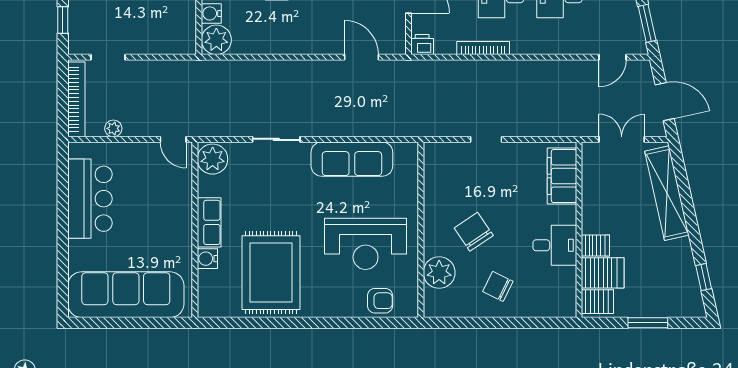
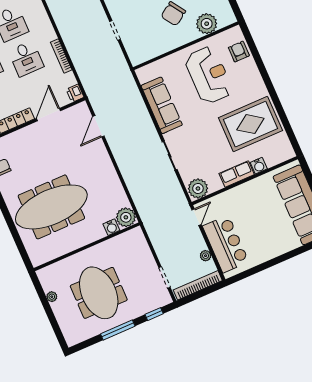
bar counter: (90, 199) -> (226, 244), moved, turned 90

